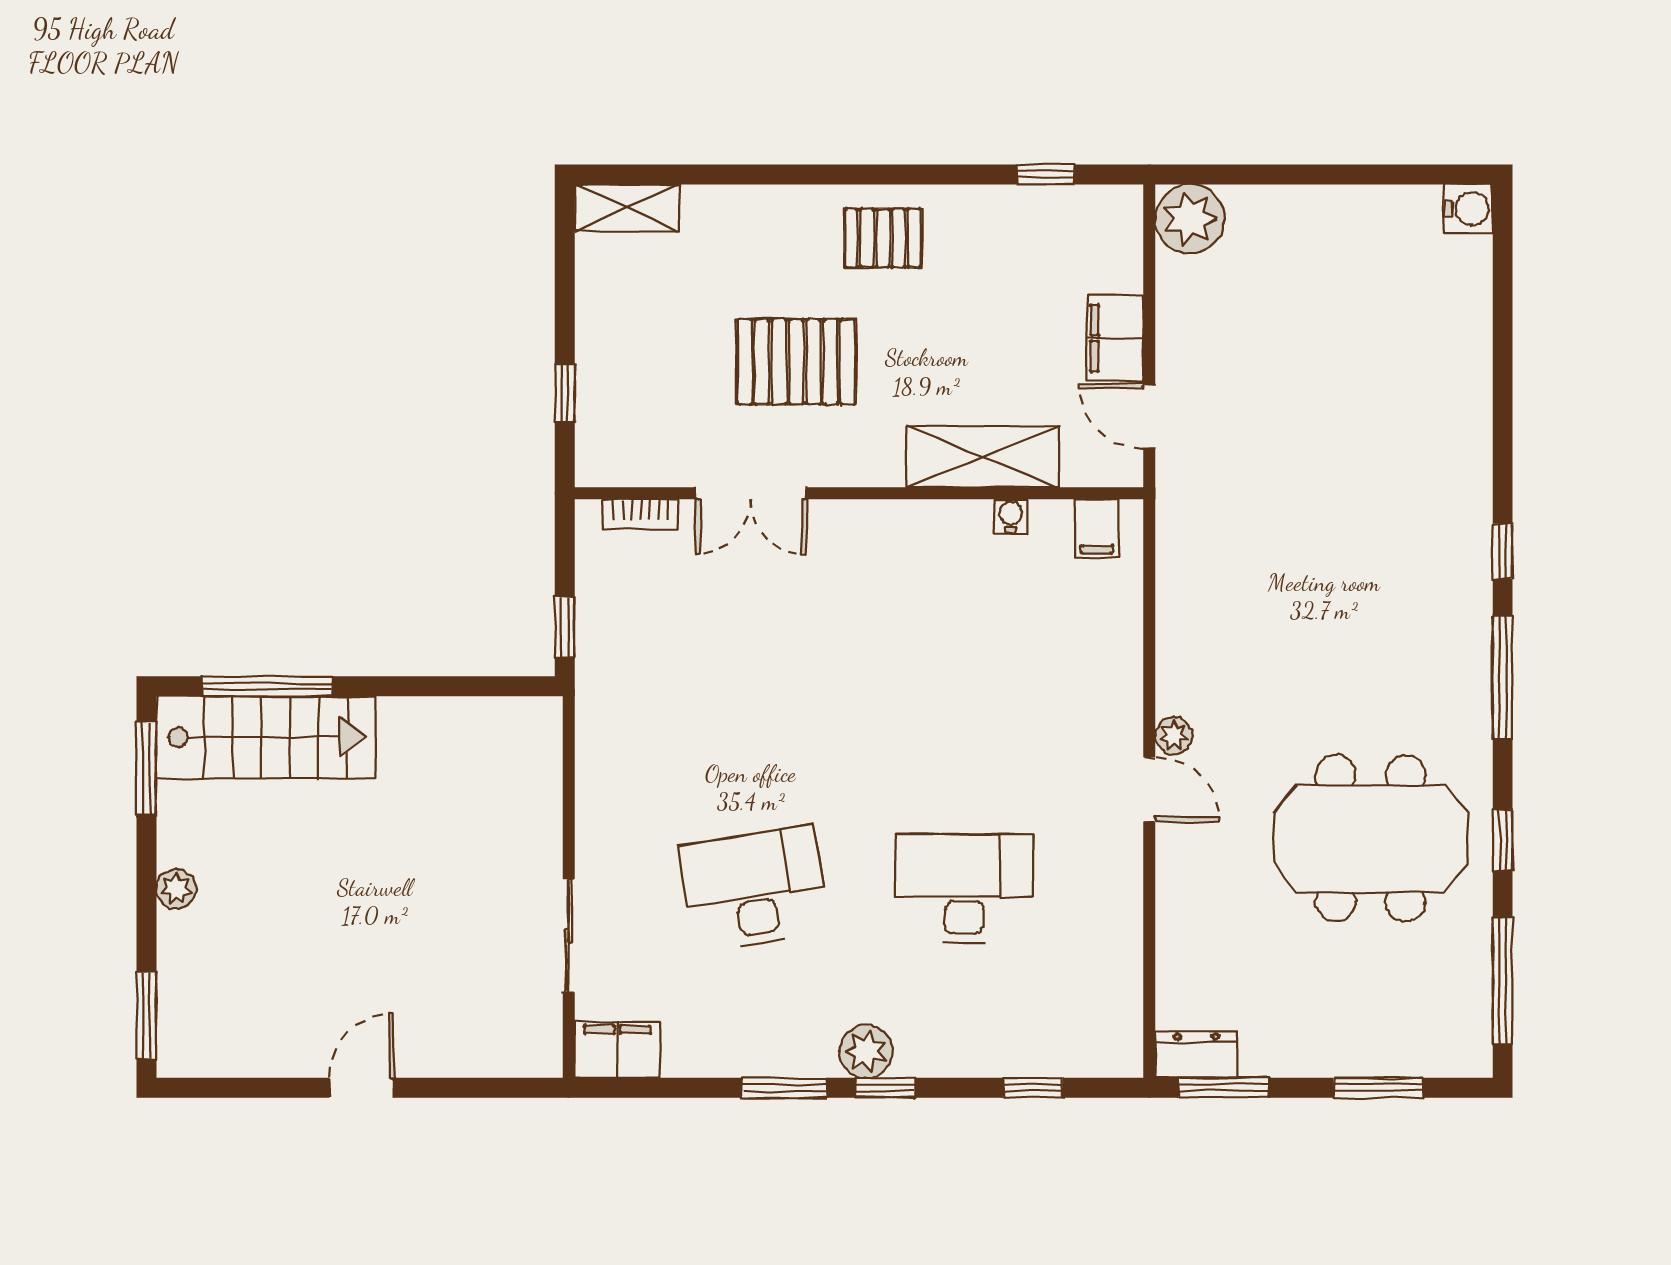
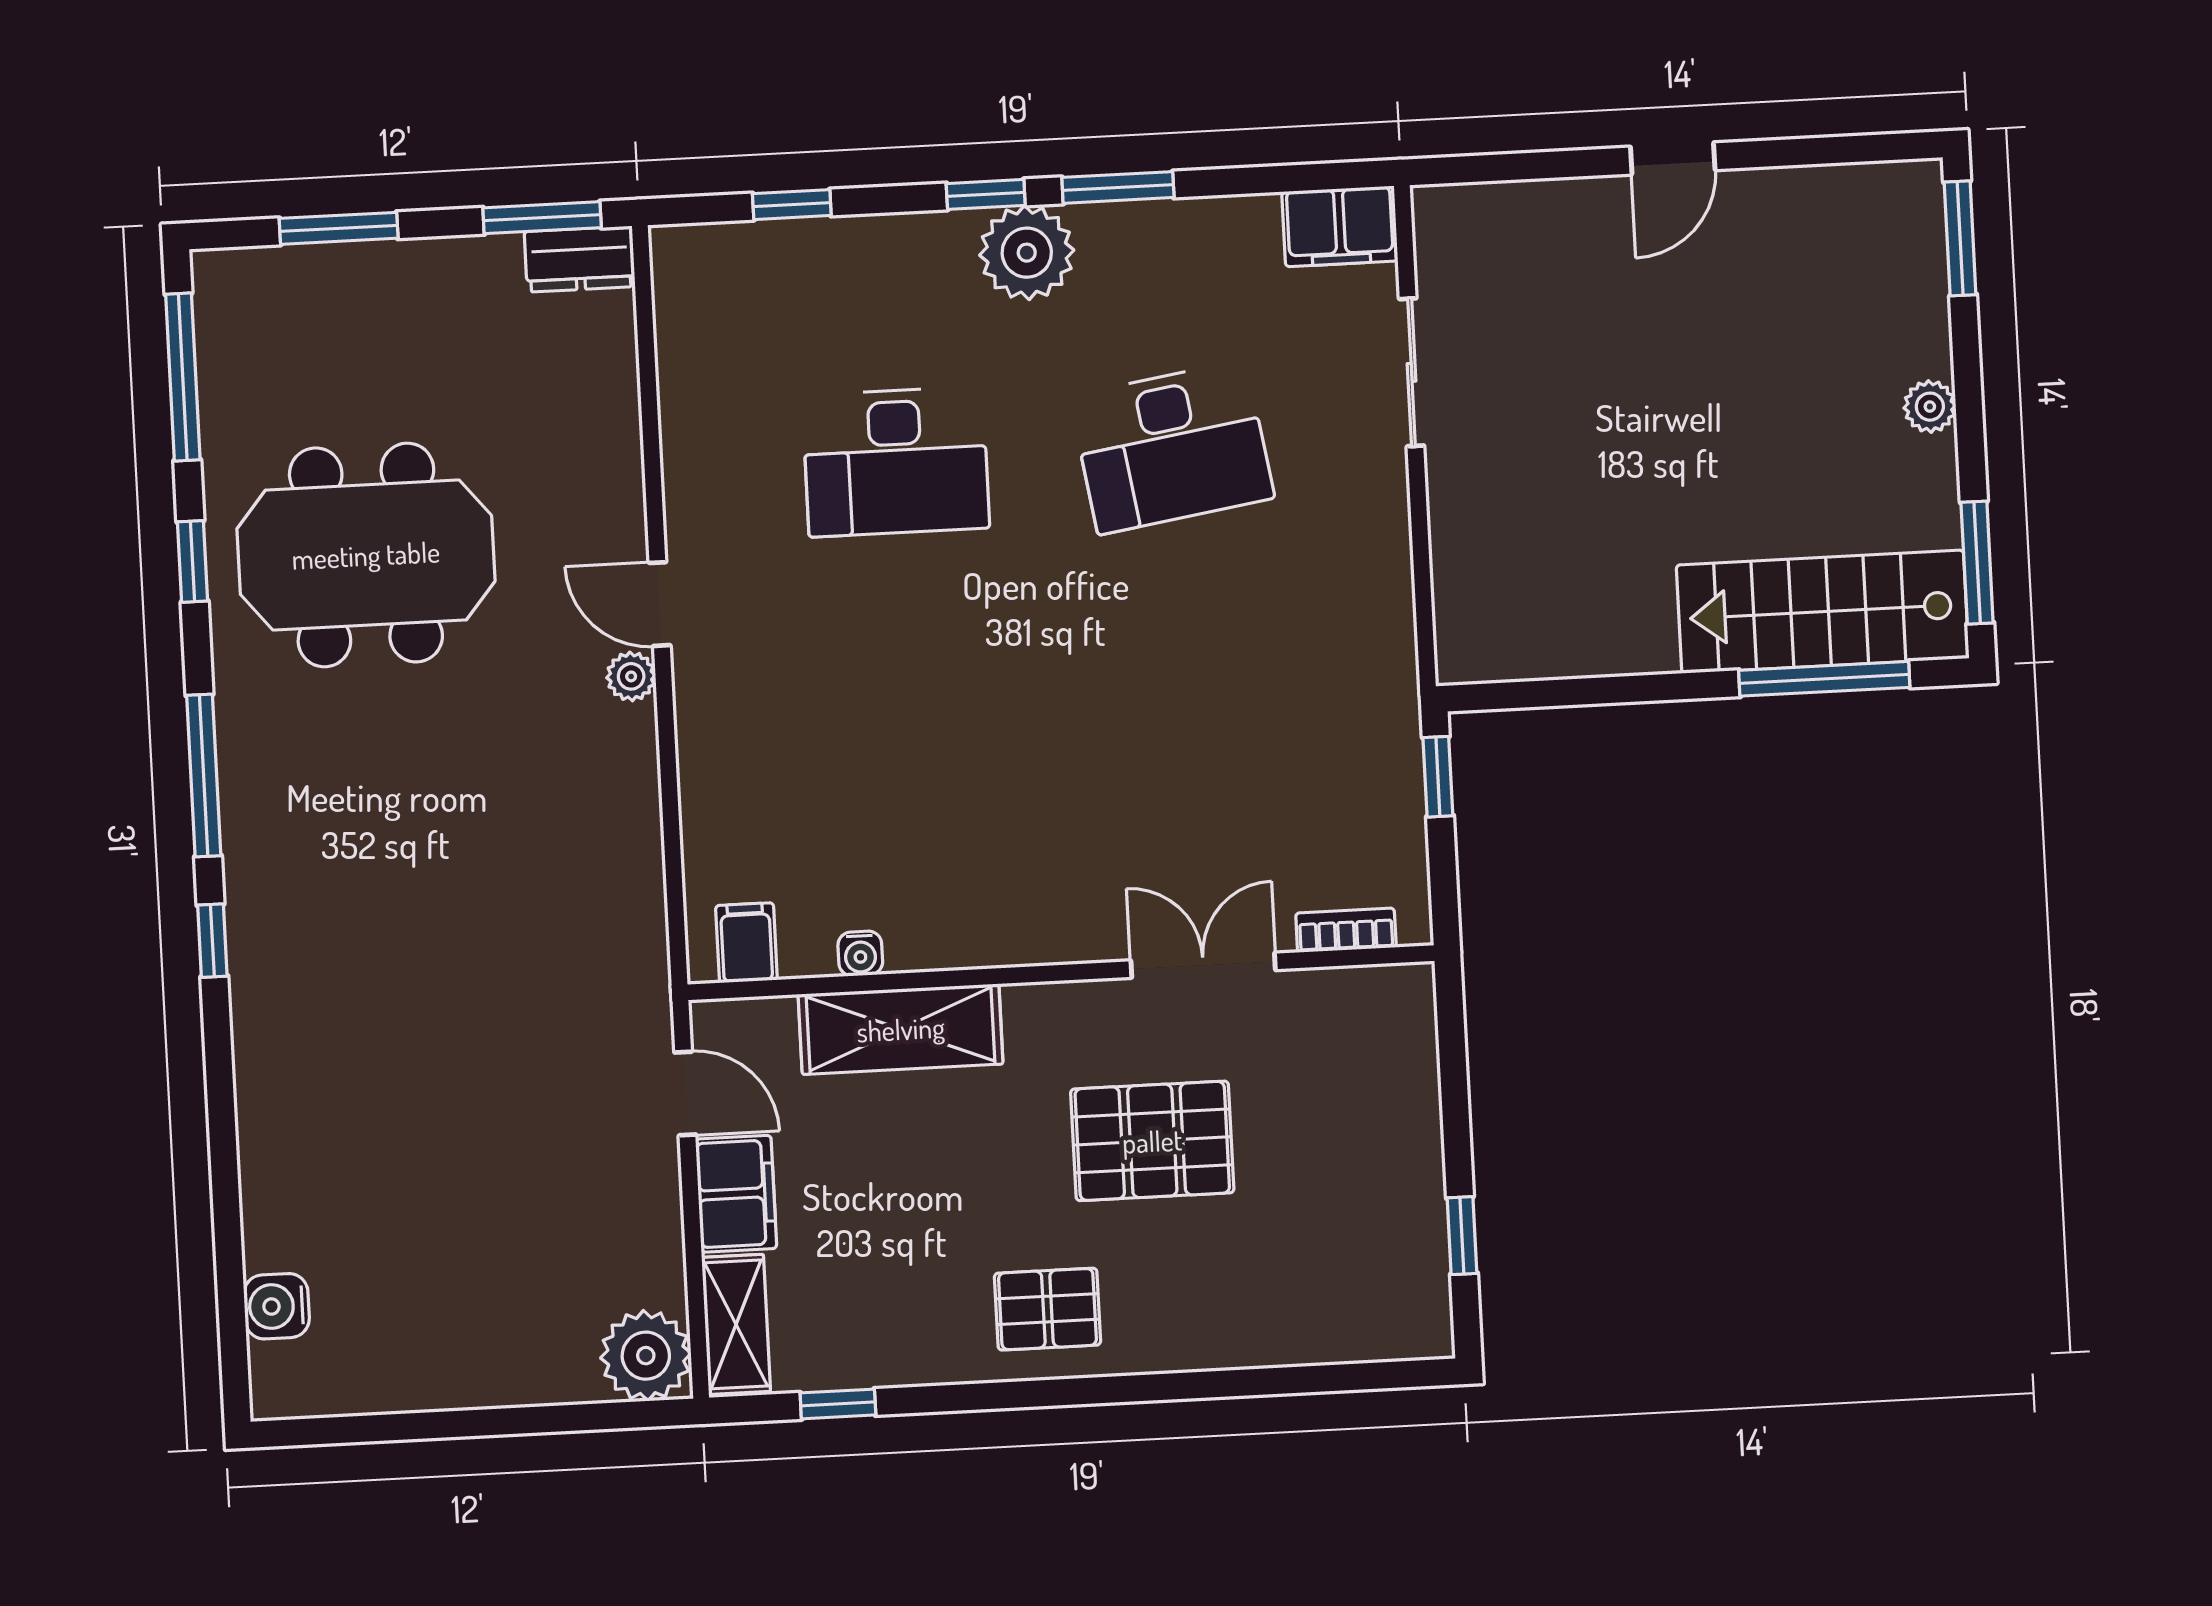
shelving: (627, 208) -> (736, 1324), moved, turned 90
water cooler: (1468, 209) -> (277, 1306), moved
window: (565, 393) -> (1462, 1236), moved
plant: (866, 1051) -> (1027, 253), width x1.36, depth x1.36

